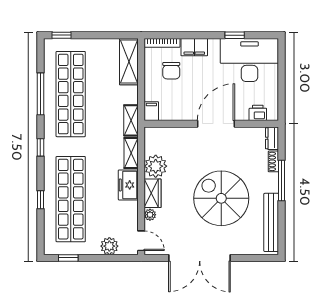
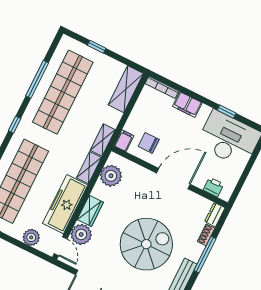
window: (61, 35) -> (97, 47), moved
chair: (171, 71) -> (149, 143), moved, turned 90
plant: (156, 166) -> (111, 176), moved
freezer: (128, 185) -> (65, 204), width x1.91, depth x1.26
spiral stairs: (221, 198) -> (146, 244), turned 90
plant: (150, 215) -> (81, 234), width x1.87, depth x1.87

